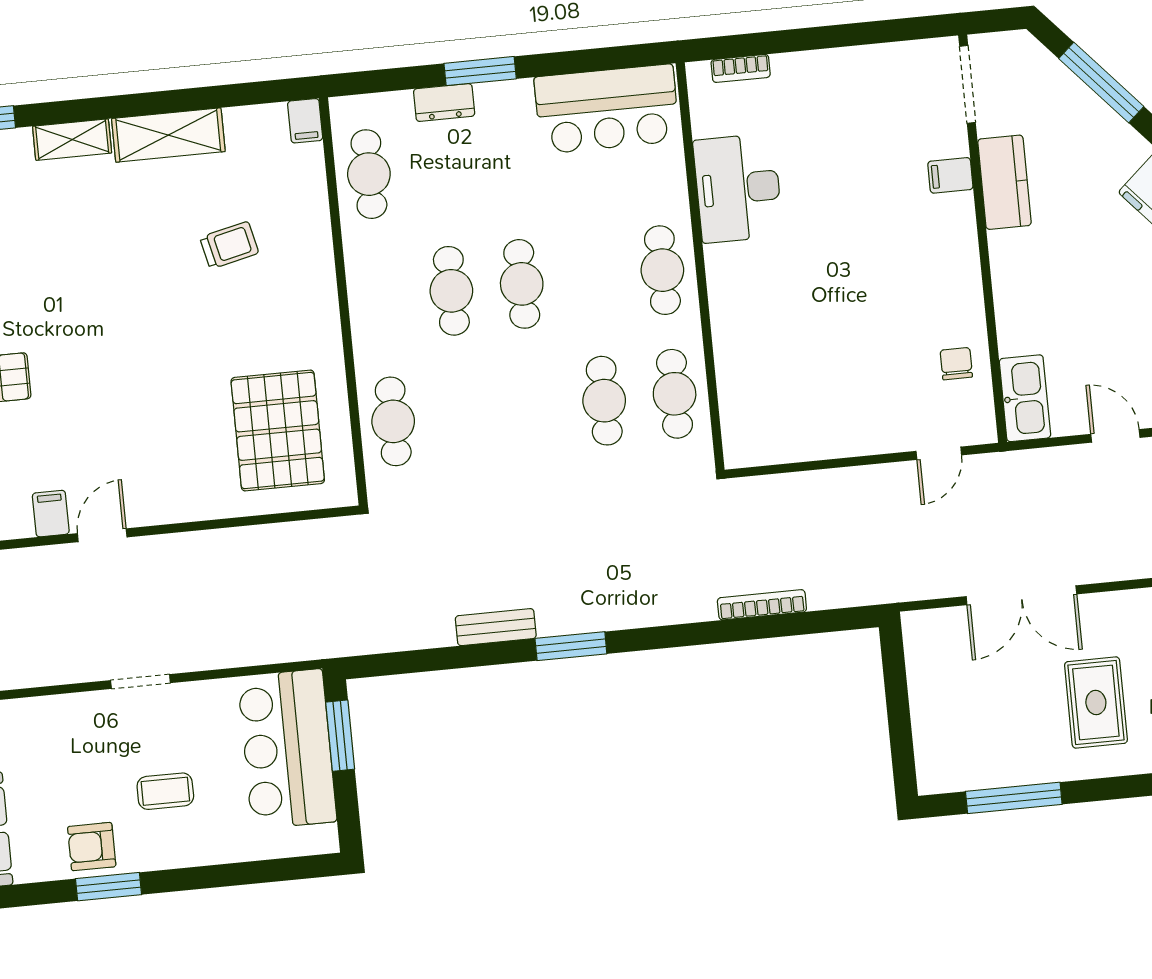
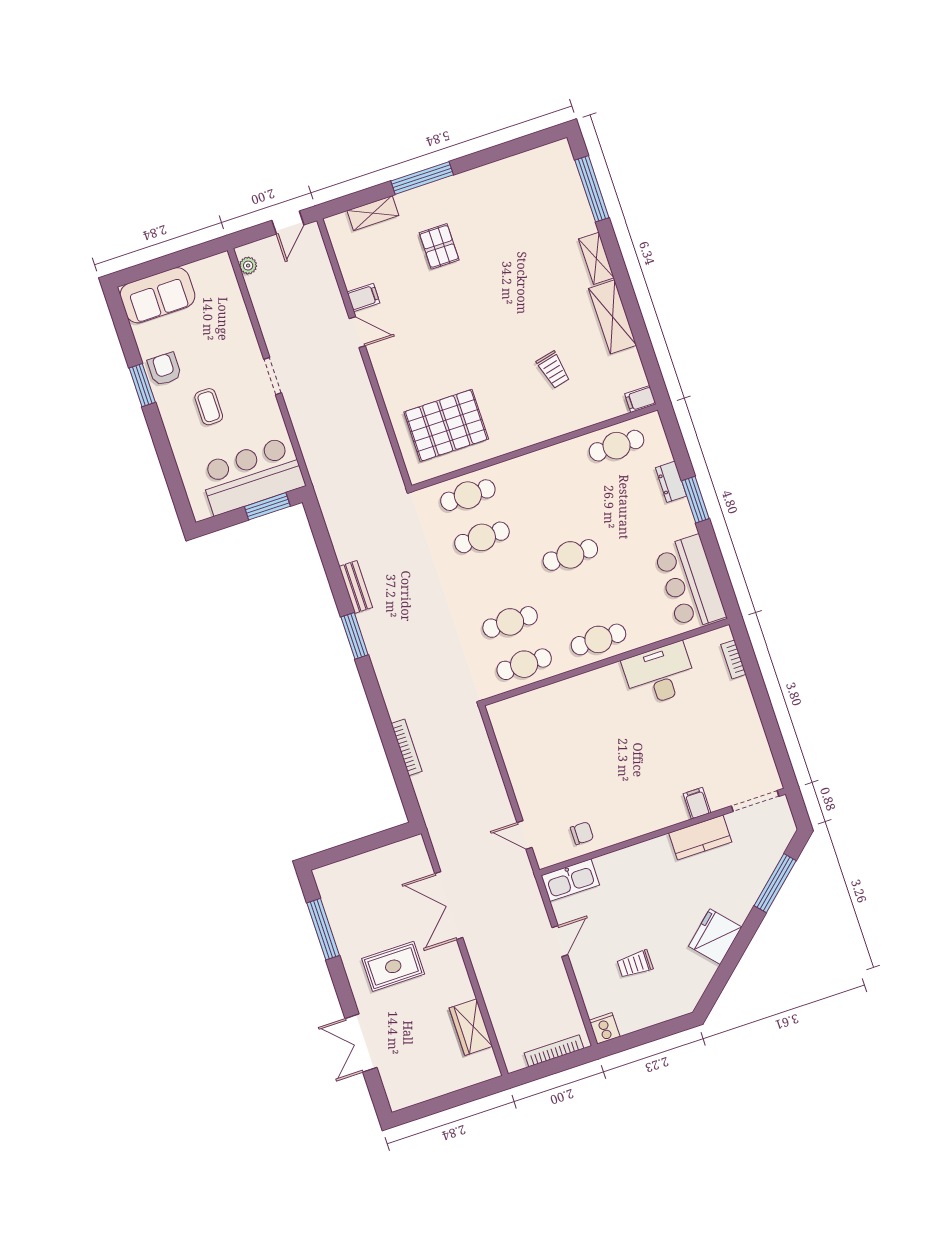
cafe table: (451, 291) -> (482, 537), moved

